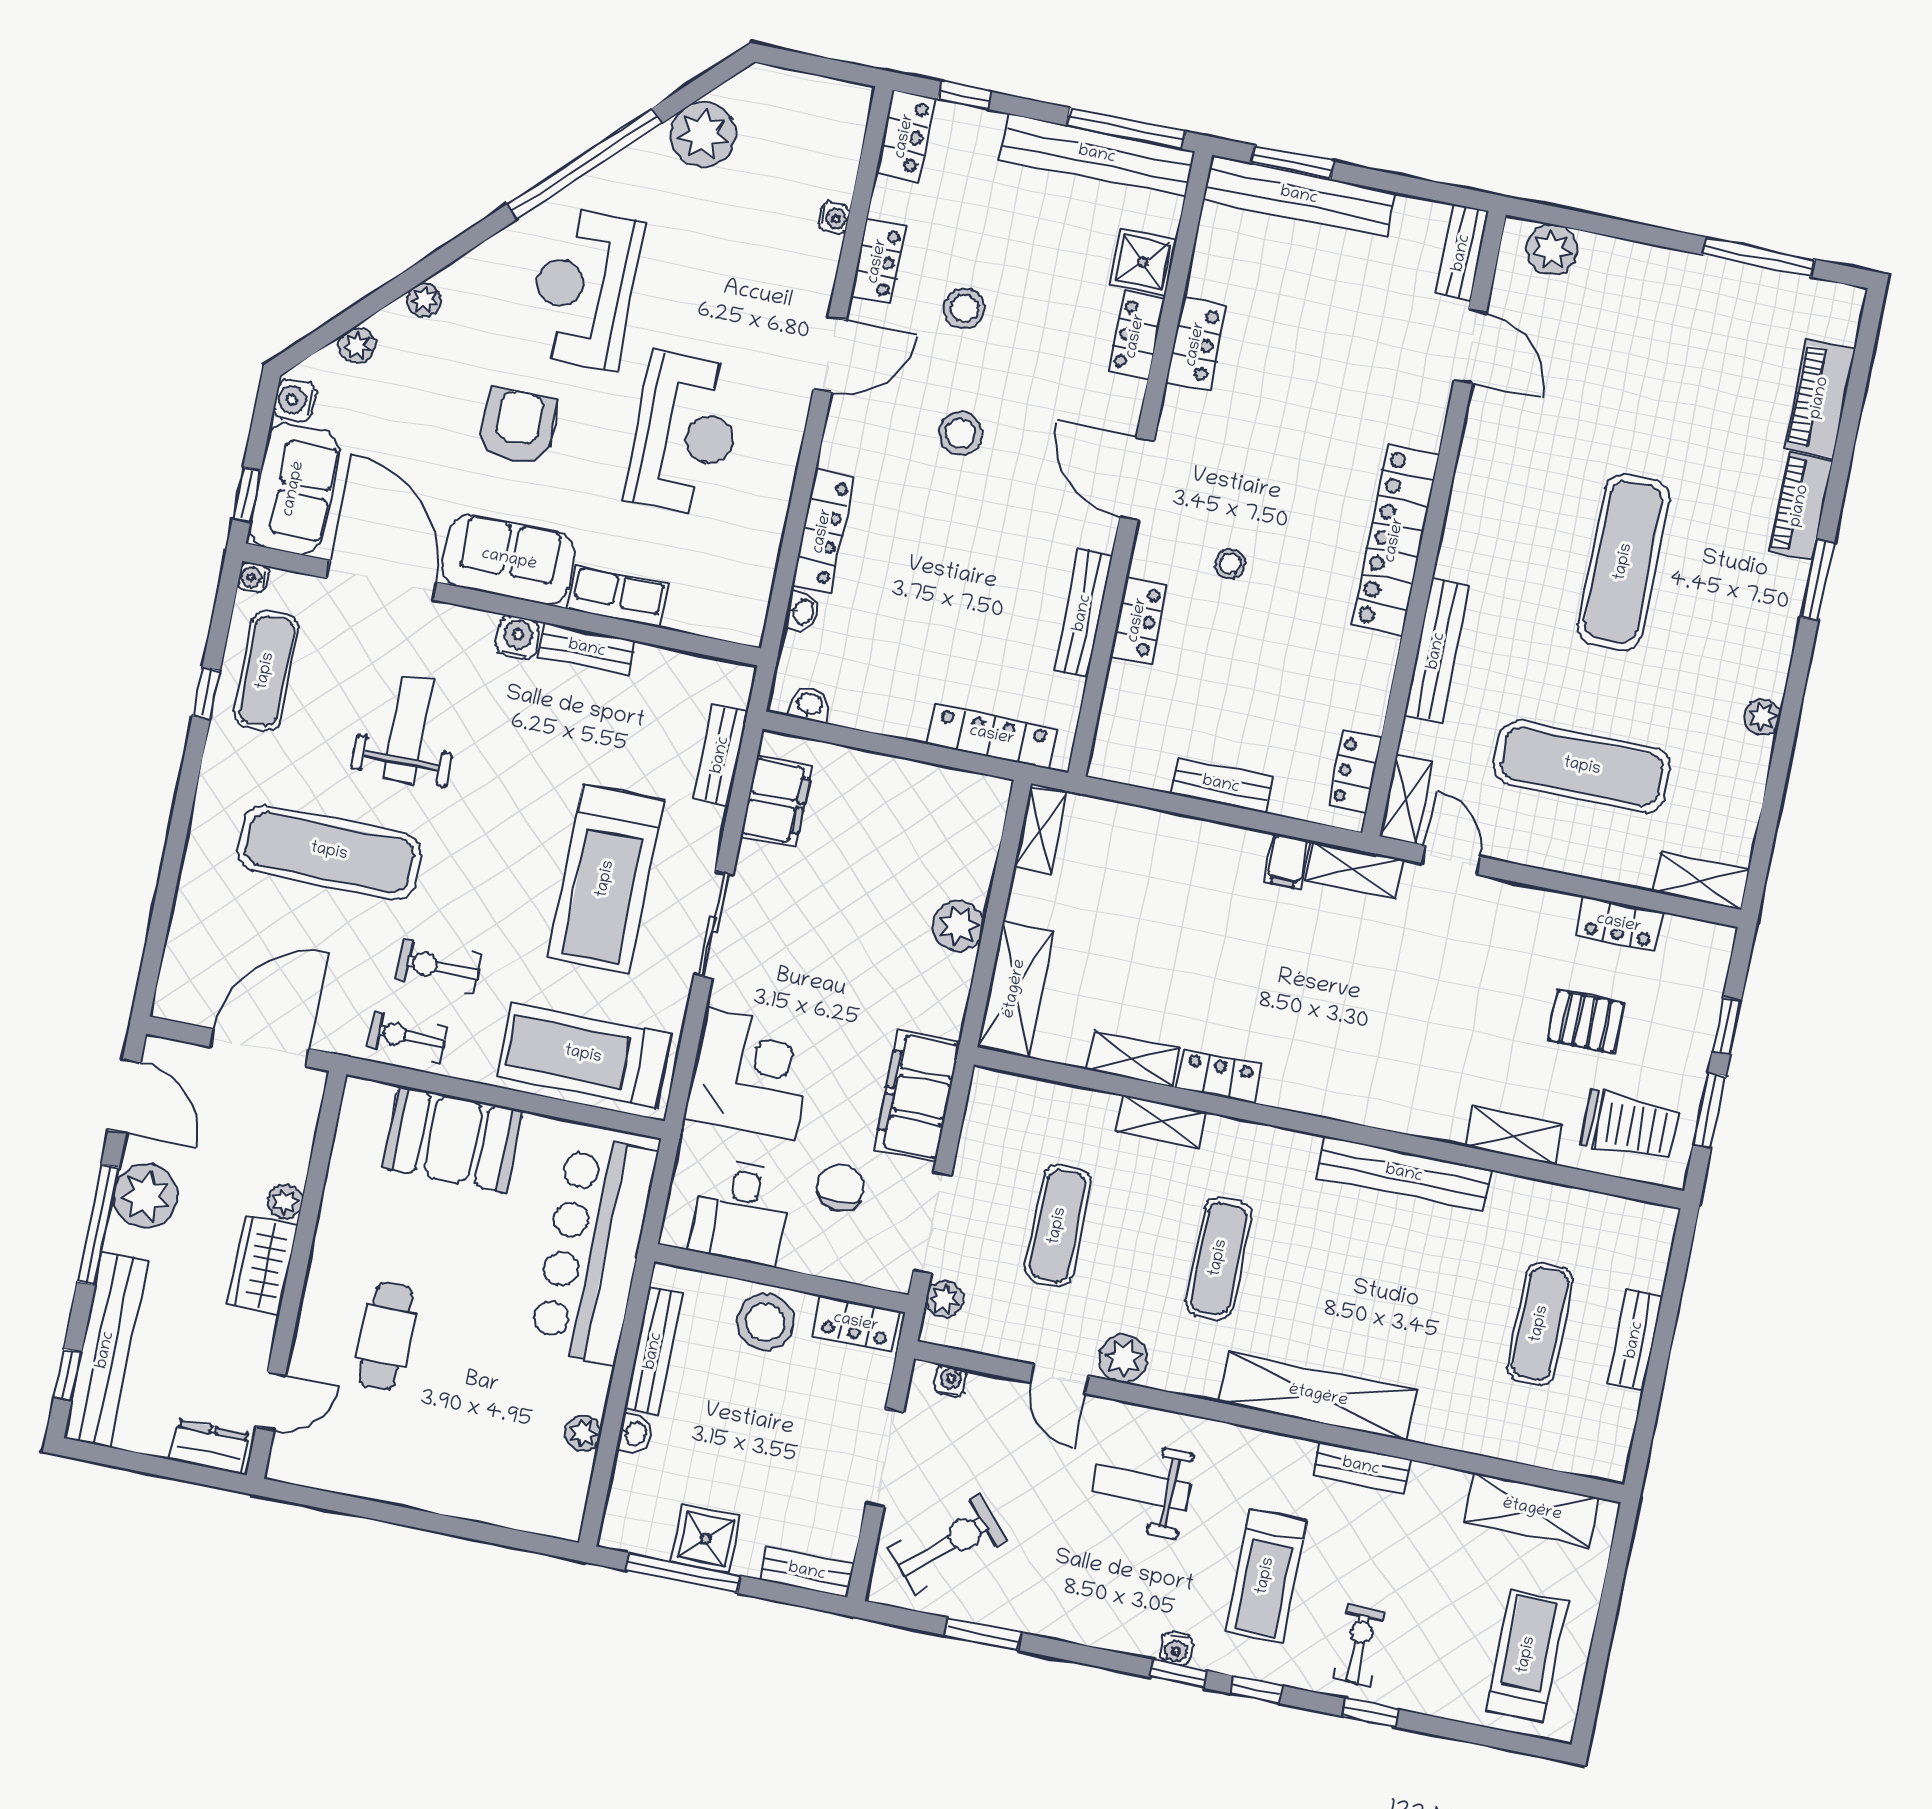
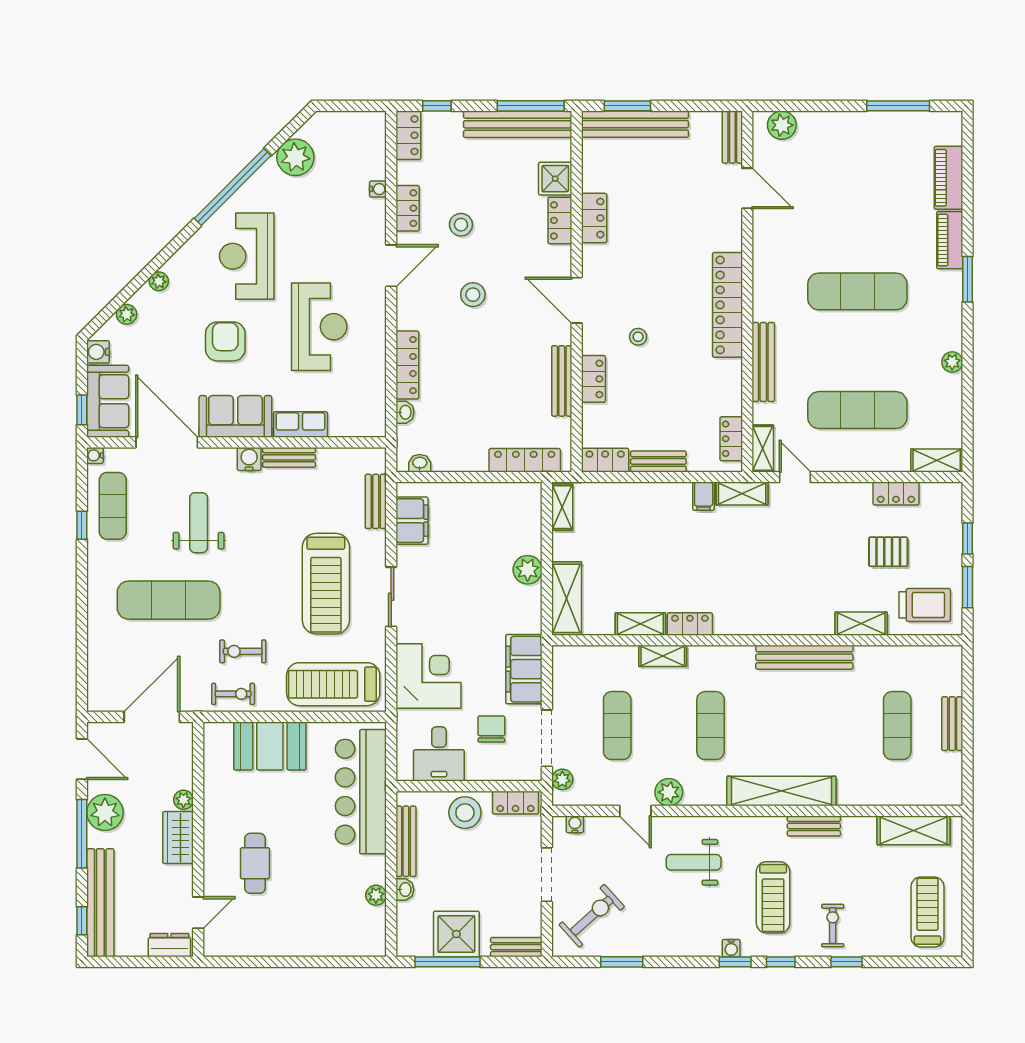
exercise mat: (1624, 562) -> (857, 291), turned 90
locker: (1130, 764) -> (605, 460), added
exercise bike: (408, 1037) -> (233, 694), turned 180
shower: (706, 1539) -> (456, 934), width x1.36, depth x1.36

